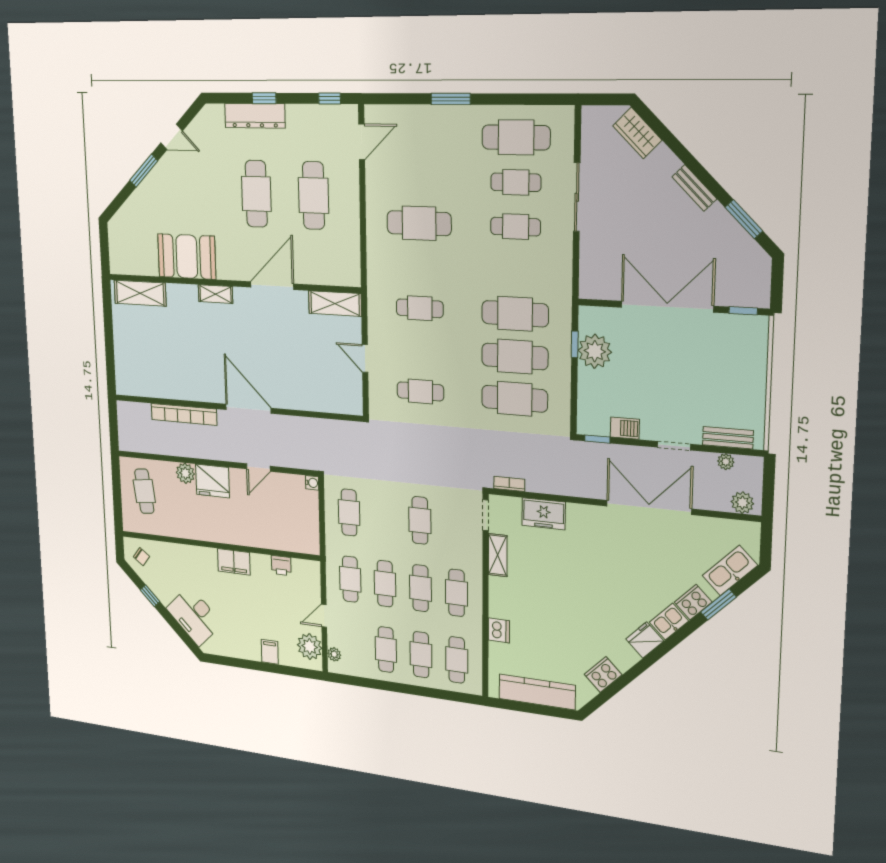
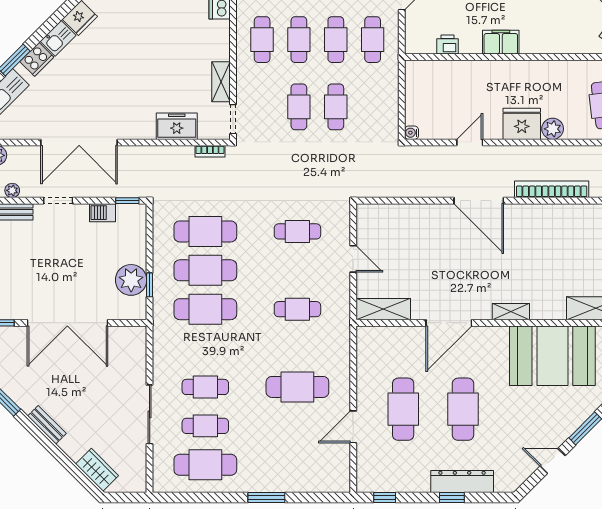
door: (362, 142) -> (353, 427), moved
booth: (187, 257) -> (552, 356), width x1.36, depth x1.42
cafe table: (349, 512) -> (336, 107), moved

